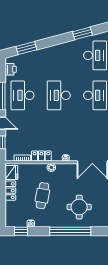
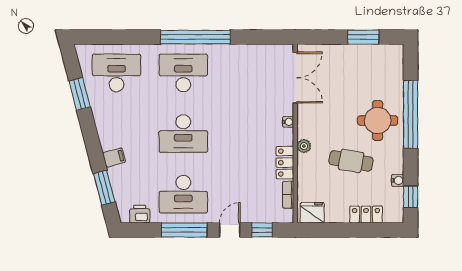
filing cabinet: (44, 54) -> (114, 157), added
locker: (10, 191) -> (366, 214), moved
round table: (79, 207) -> (378, 121), moved

